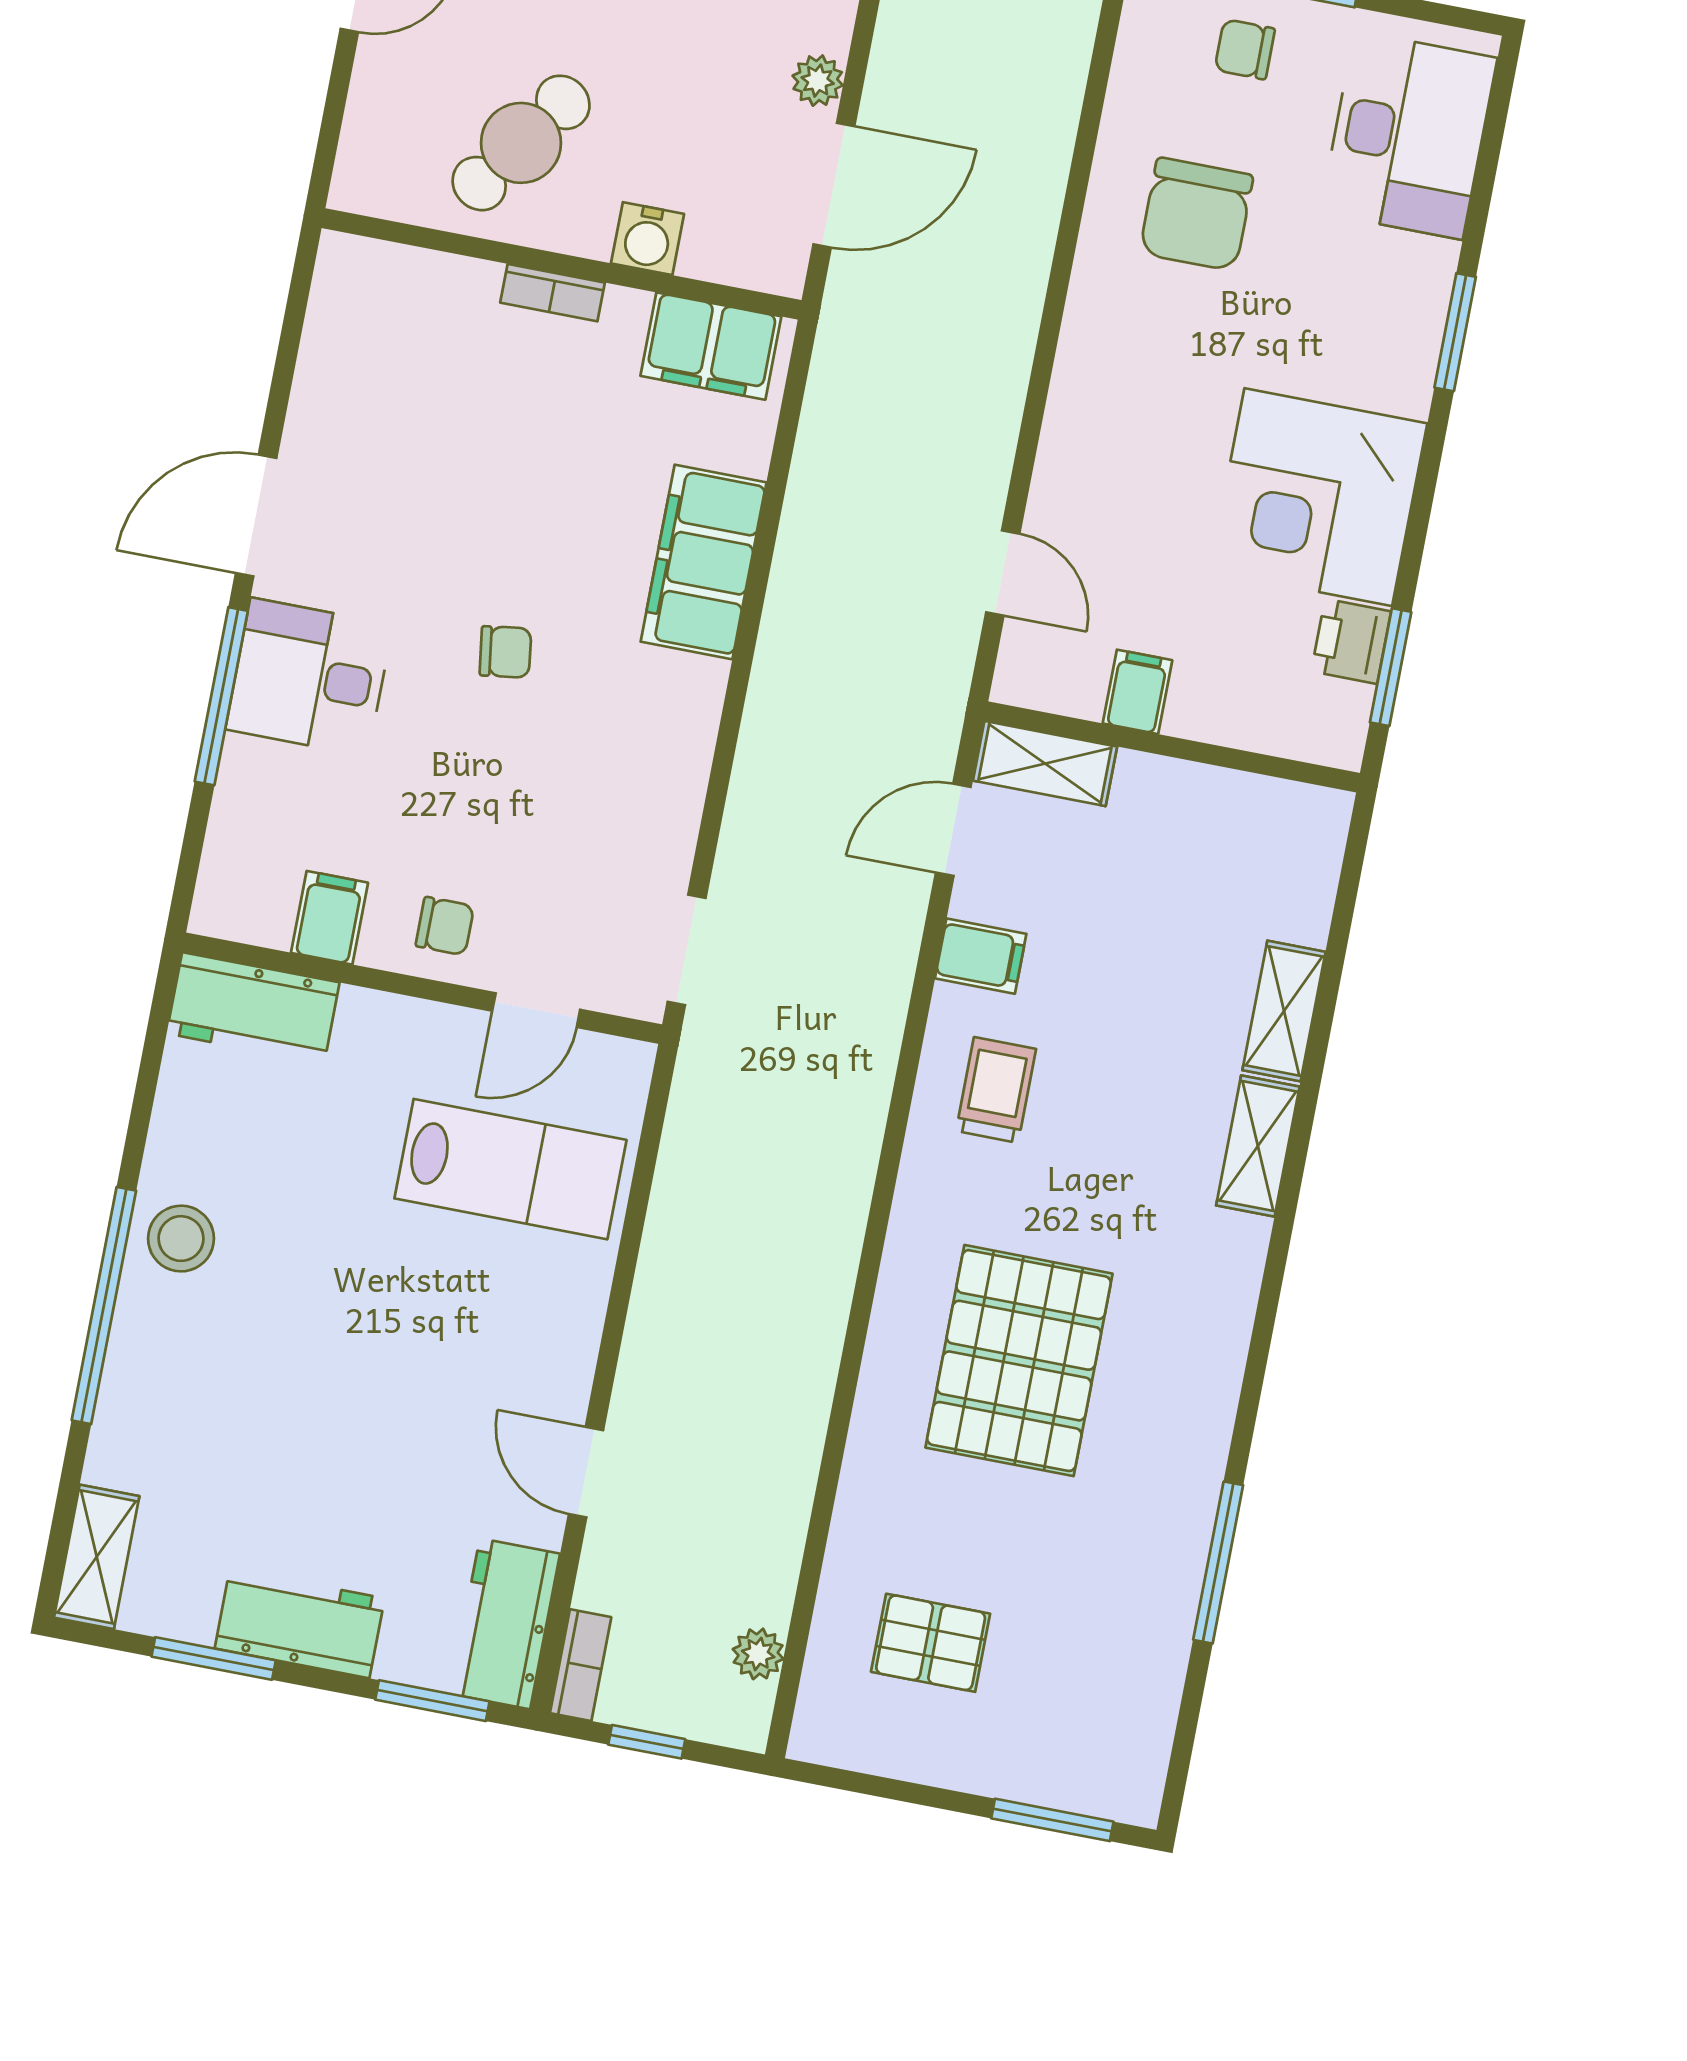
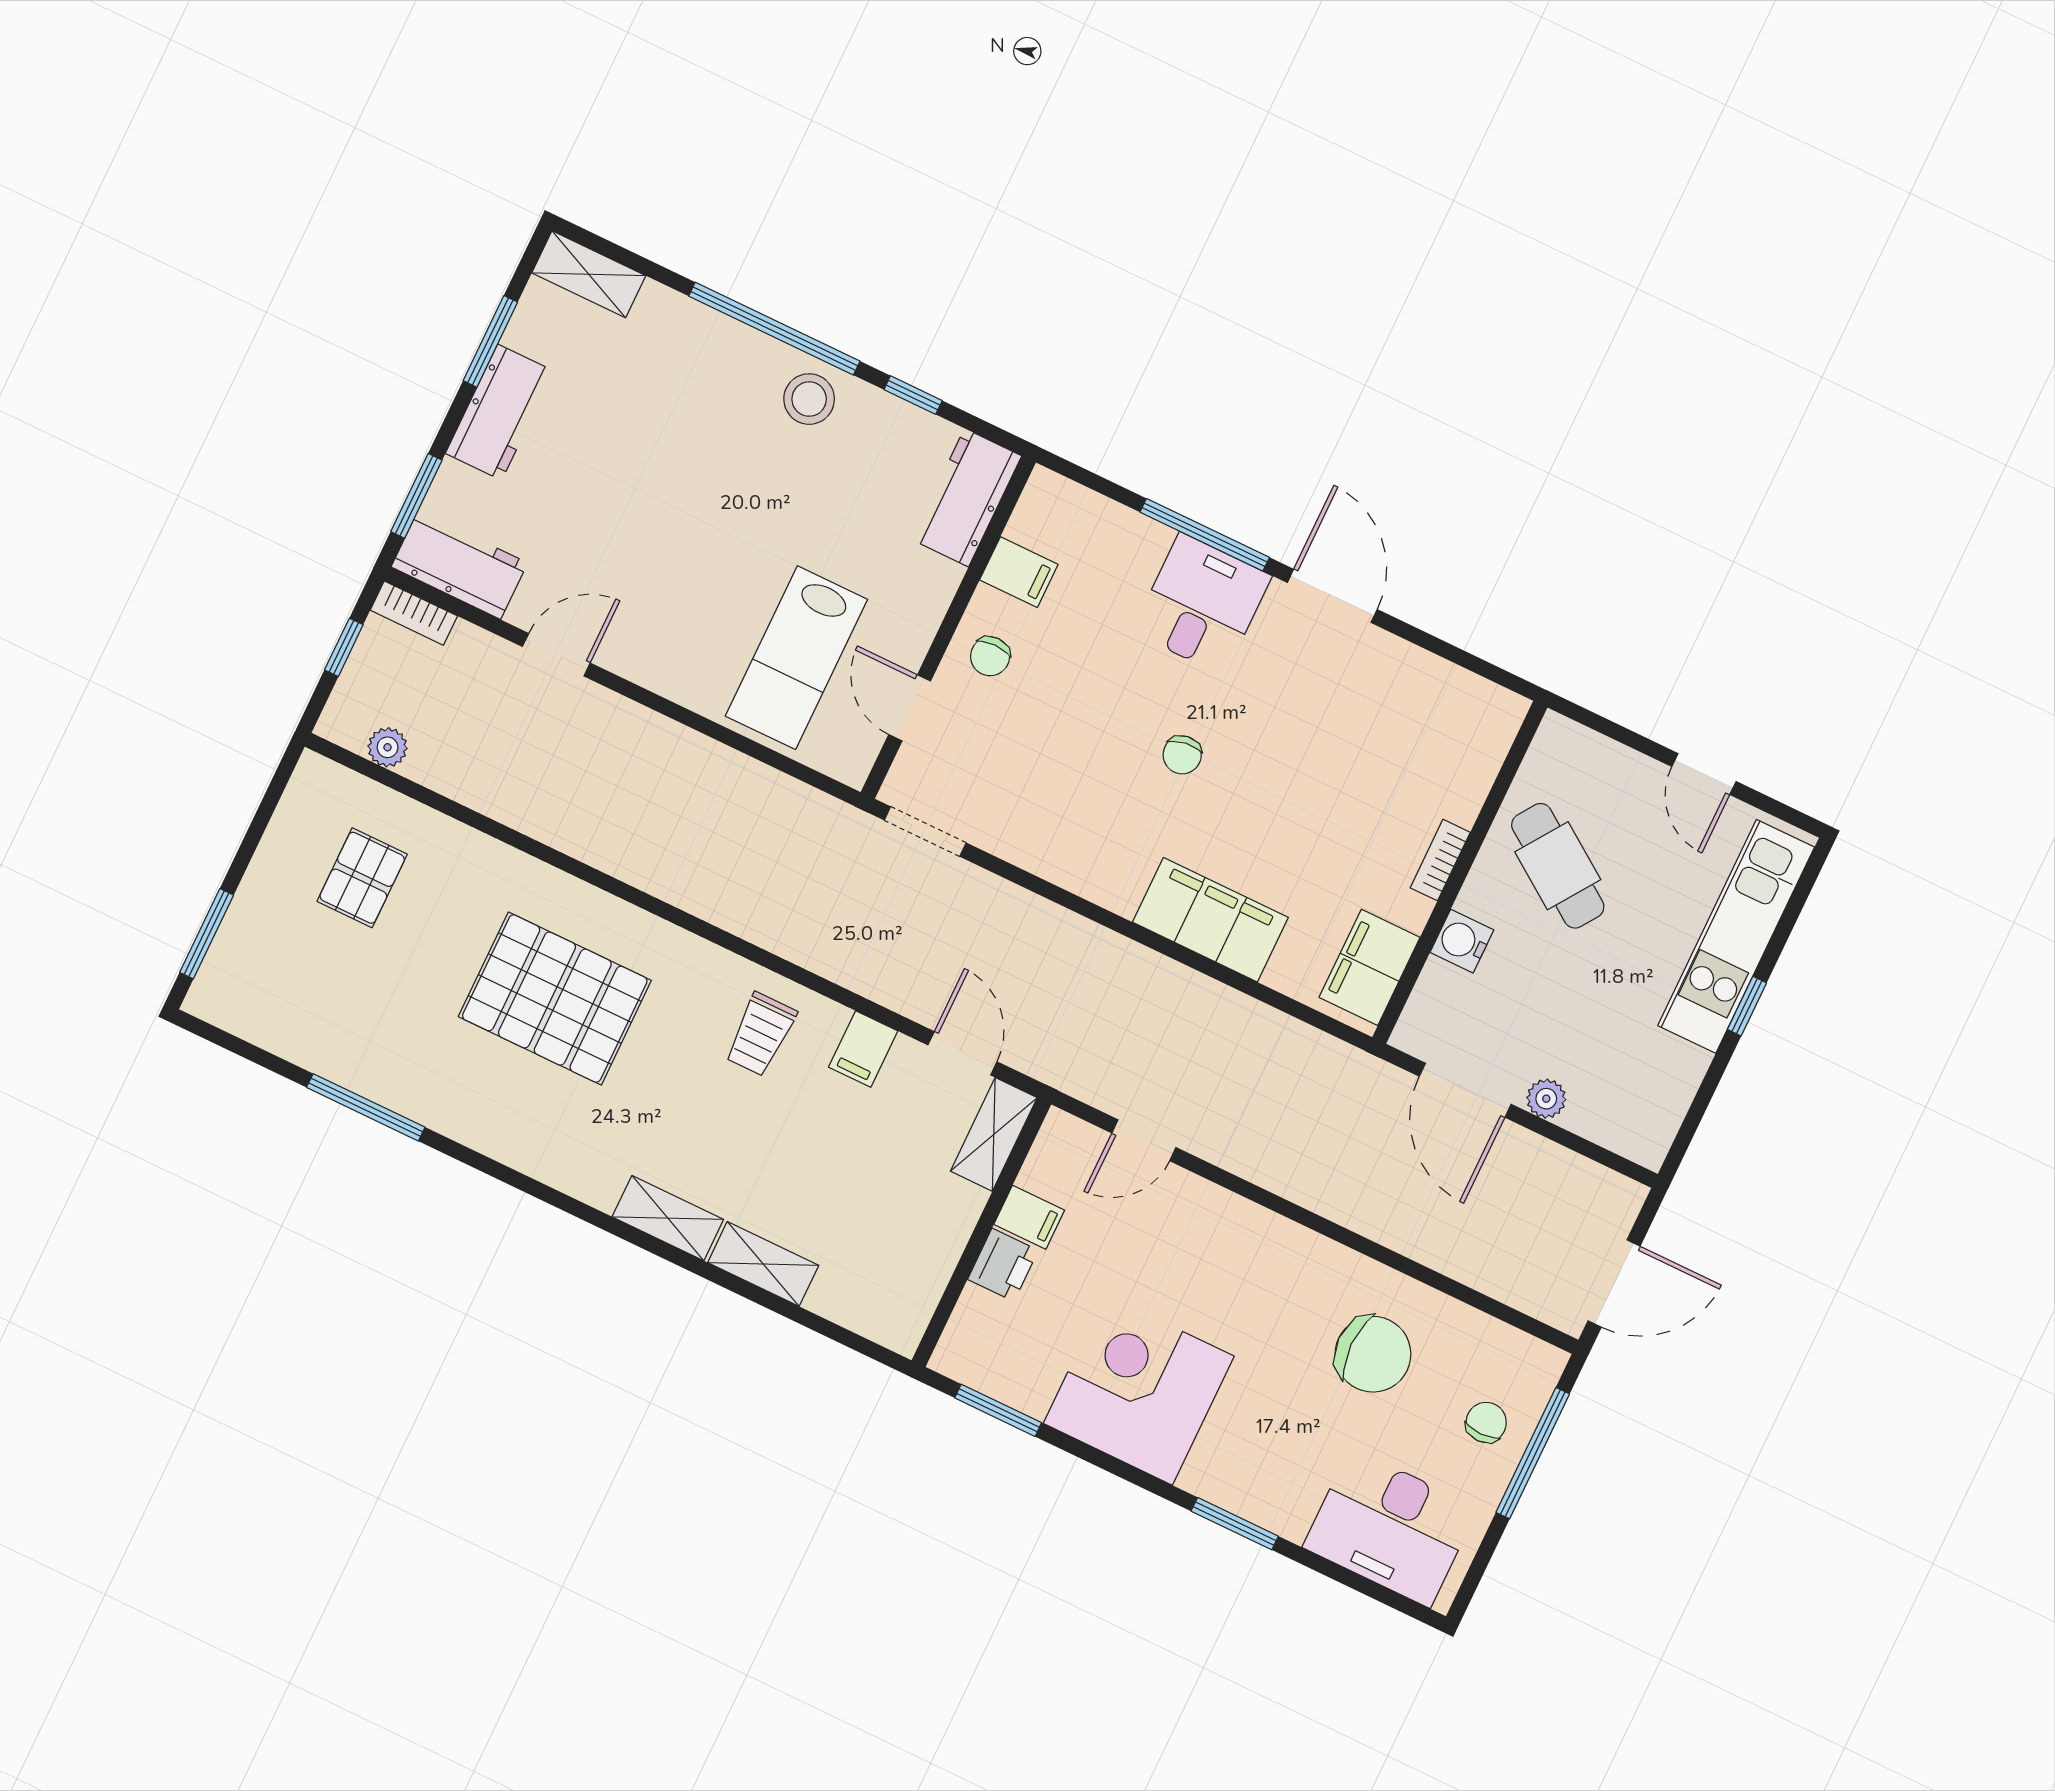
chair: (1196, 214) -> (1373, 1354), turned 180
printer: (1351, 641) -> (1003, 1265), moved, turned 90
trolley: (996, 1090) -> (761, 1034), turned 90
window: (142, 1109) -> (913, 395), added

